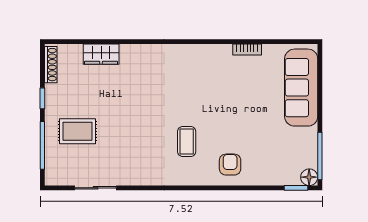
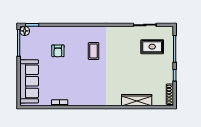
wardrobe: (101, 54) -> (137, 100), width x1.50
rug: (78, 131) -> (152, 47), moved
armchair: (230, 165) -> (58, 51), moved

